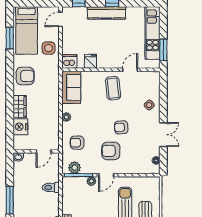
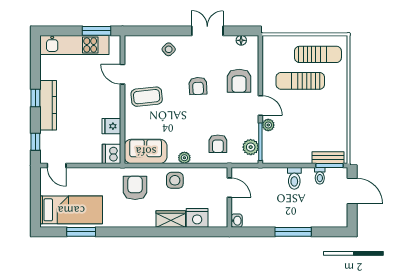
side table: (48, 48) -> (175, 180), moved
armchair: (25, 76) -> (135, 188), moved
armchair: (111, 151) -> (239, 81), moved
toilet: (51, 187) -> (294, 178), moved

